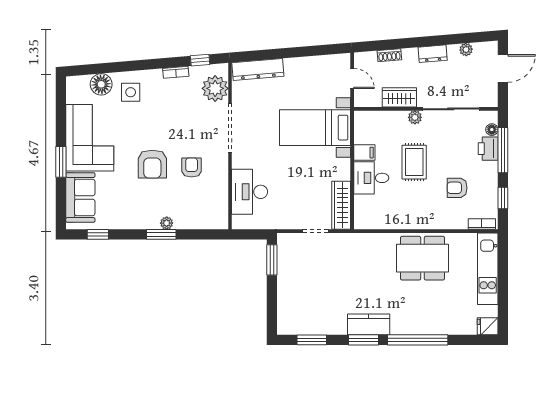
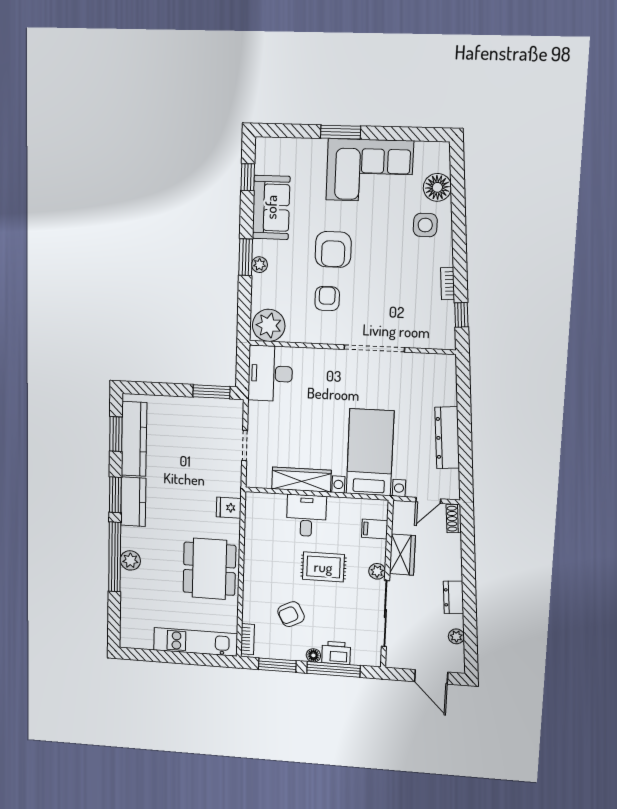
shoe rack: (389, 55) -> (454, 519), moved
dresser: (258, 69) -> (447, 438), moved
plant: (215, 88) -> (269, 325), moved
floor lamp: (492, 130) -> (313, 655), moved
filing cabinet: (364, 153) -> (375, 529), moved, turned 90
armchair: (152, 164) -> (333, 249), turned -90
armchair: (192, 167) -> (327, 299), turned -90
armchair: (457, 188) -> (291, 614), turned -117
desk: (250, 192) -> (270, 374), moved, turned -90
sofa: (80, 197) -> (271, 207), moved, turned -90
window: (503, 198) -> (277, 665), width x1.50
wardrobe: (341, 205) -> (301, 480), moved
kitchen counter: (315, 324) -> (134, 439), added
plant: (420, 326) -> (130, 560), added
fridge: (488, 326) -> (229, 508), moved, turned -90

